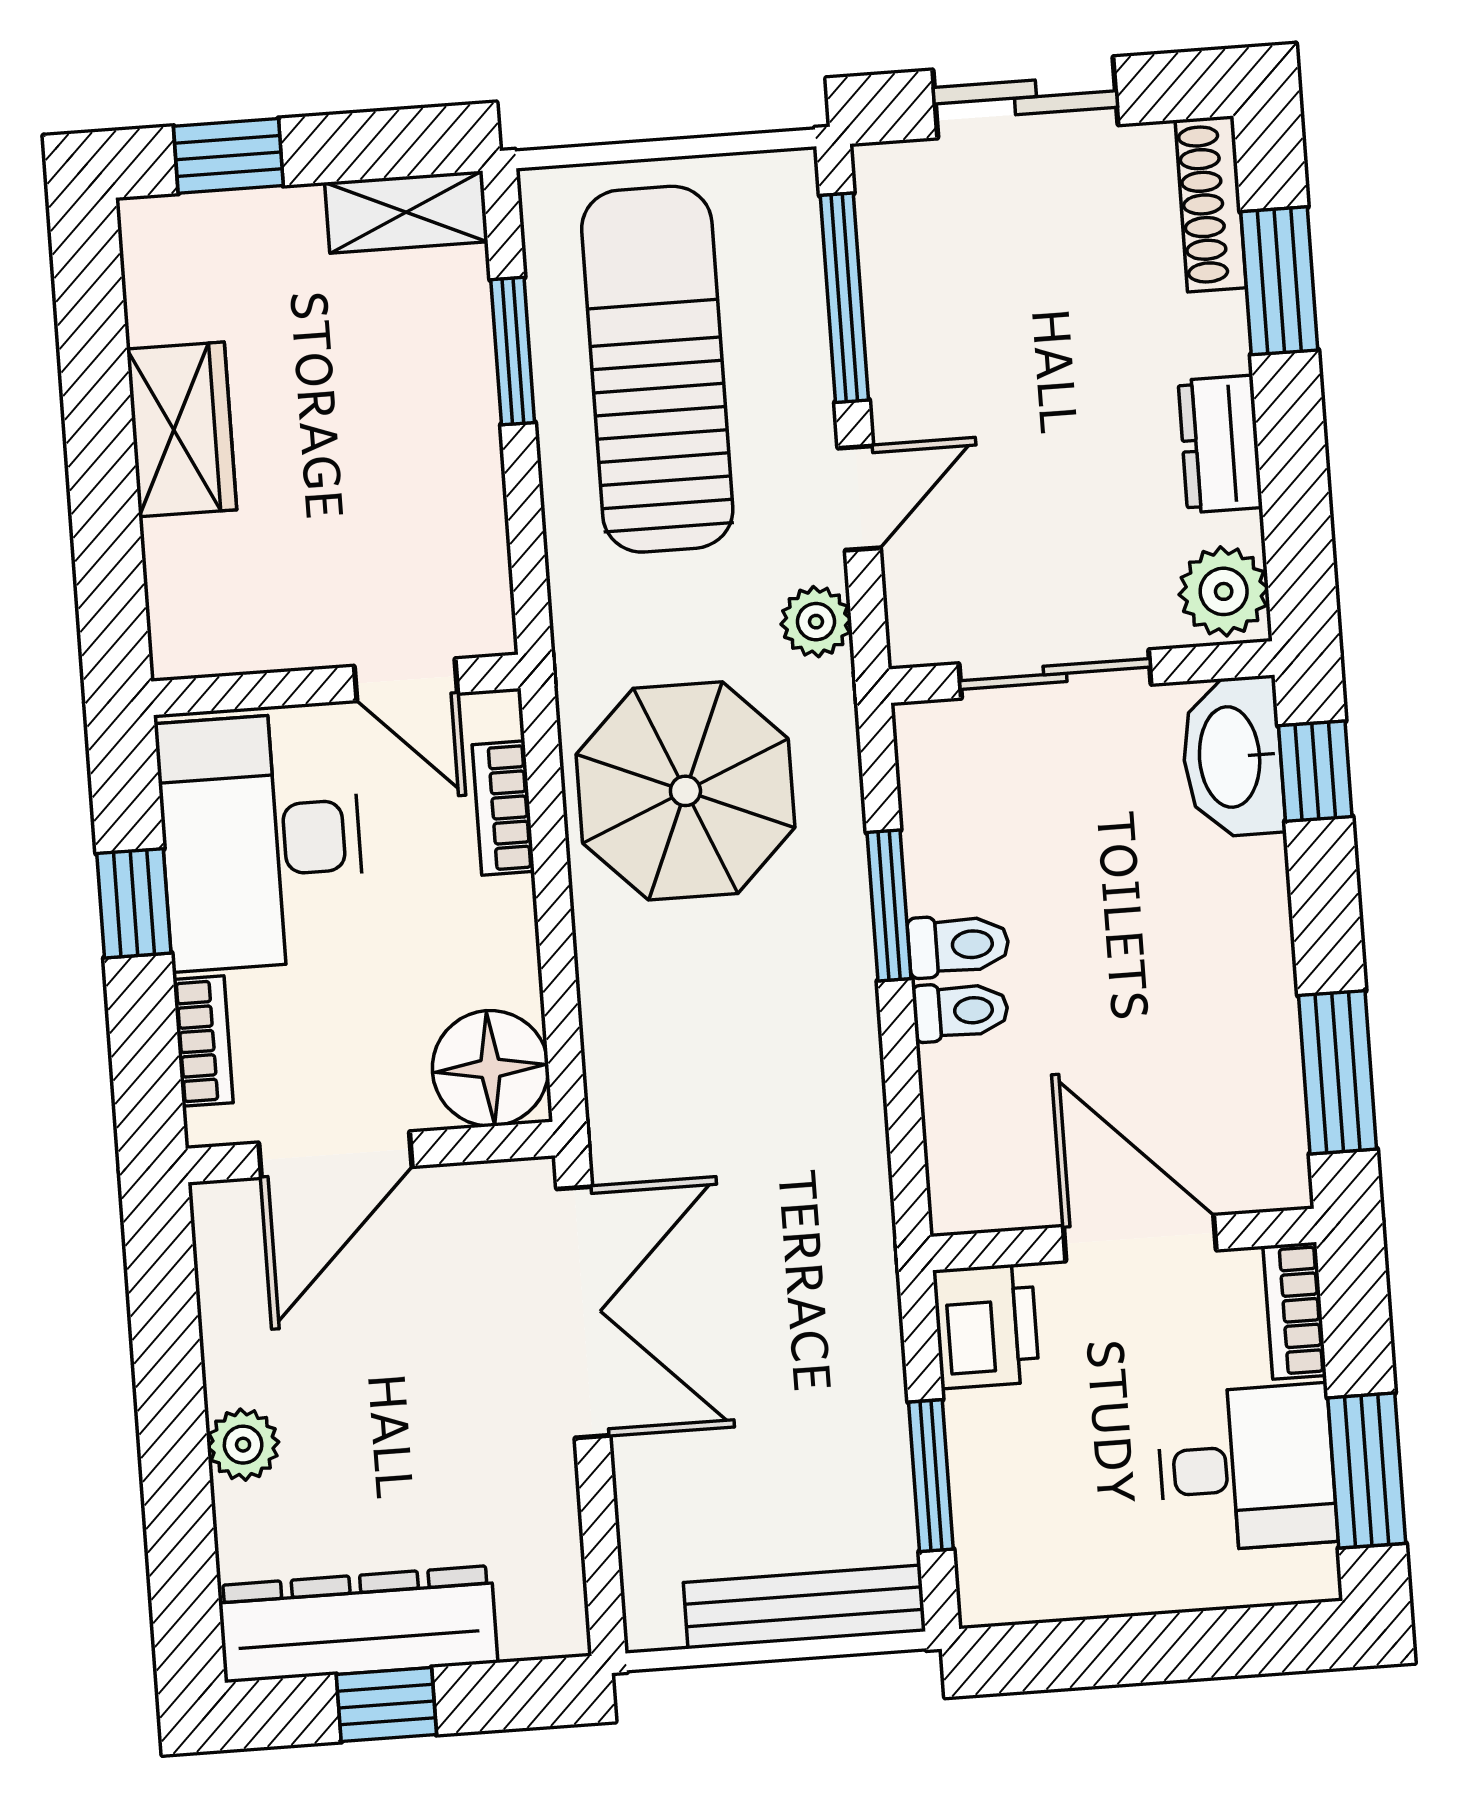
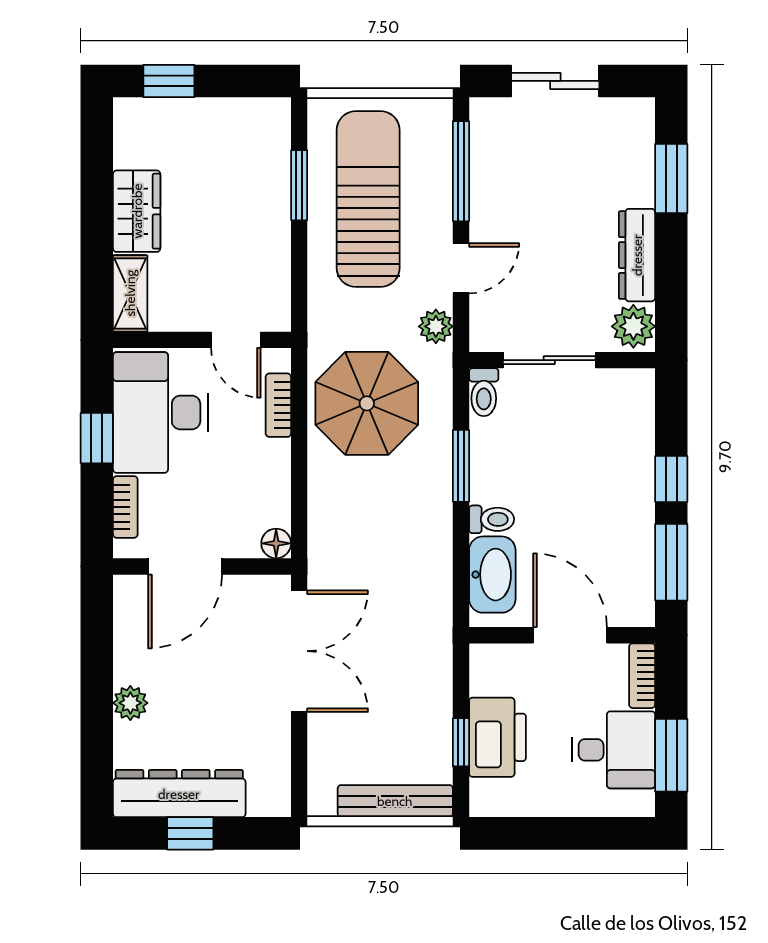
shoe rack: (1211, 204) -> (641, 139), removed
shelving: (406, 212) -> (130, 293), moved, turned 90
dresser: (1220, 444) -> (637, 255), width x1.44
washbasin: (1232, 757) -> (492, 575), moved, turned 180
window: (1315, 771) -> (671, 479), moved
toilet: (958, 945) -> (484, 392), moved, turned 90
floor lamp: (490, 1068) -> (276, 543), width x0.53, depth x0.53
printer: (986, 1326) -> (497, 737), moved, width x1.37, depth x1.19
window: (931, 1476) -> (461, 742), width x0.67

